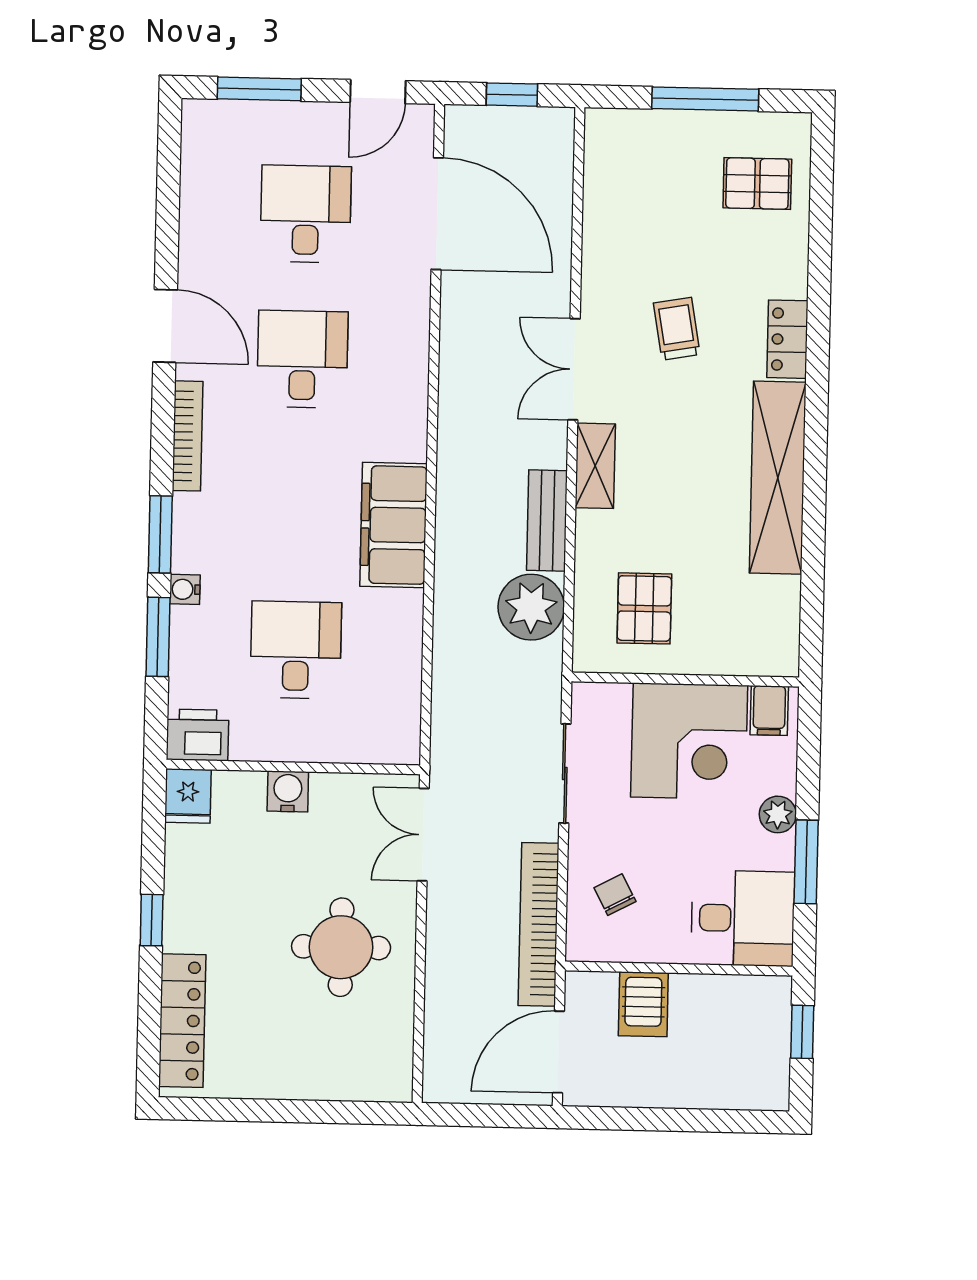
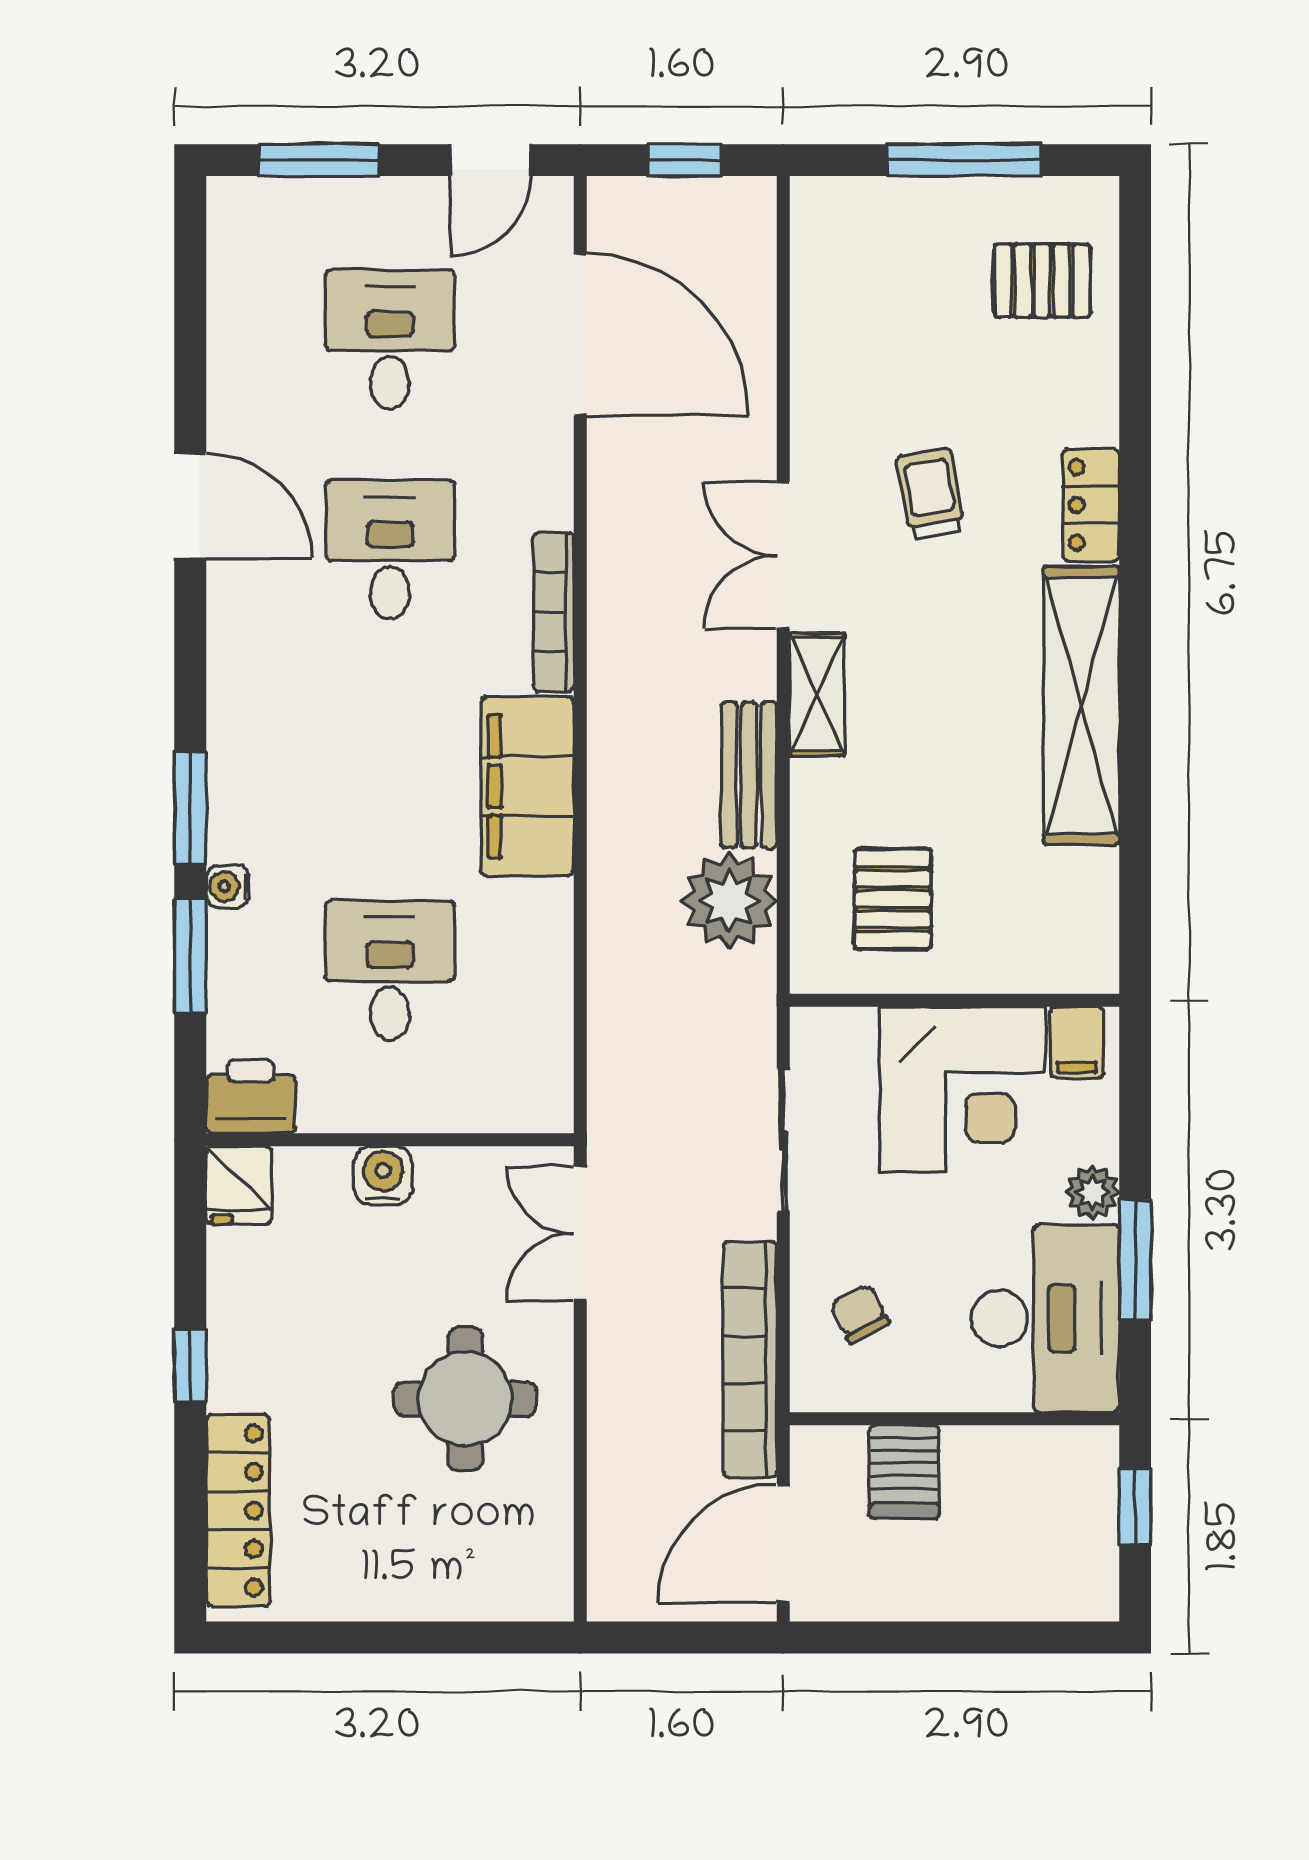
bookcase: (188, 436) -> (554, 612), moved, turned 180
desk: (743, 918) -> (1045, 1318), width x1.37

